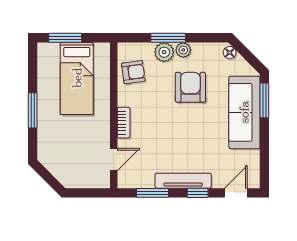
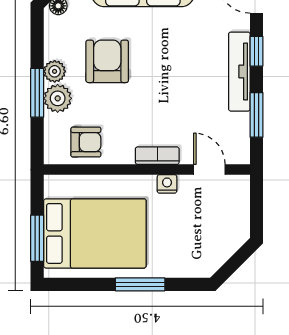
armchair: (133, 72) -> (86, 142), turned 98
bed: (77, 78) -> (95, 233), width x1.50
armchair: (190, 87) -> (107, 61), turned 90
nightstand: (104, 130) -> (167, 184), added

